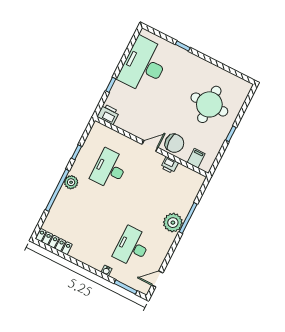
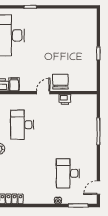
round table: (209, 104) -> (72, 40), removed
chair: (174, 143) -> (60, 82), turned -90
filing cabinet: (196, 158) -> (14, 84), moved
plant: (173, 223) -> (89, 140), removed

